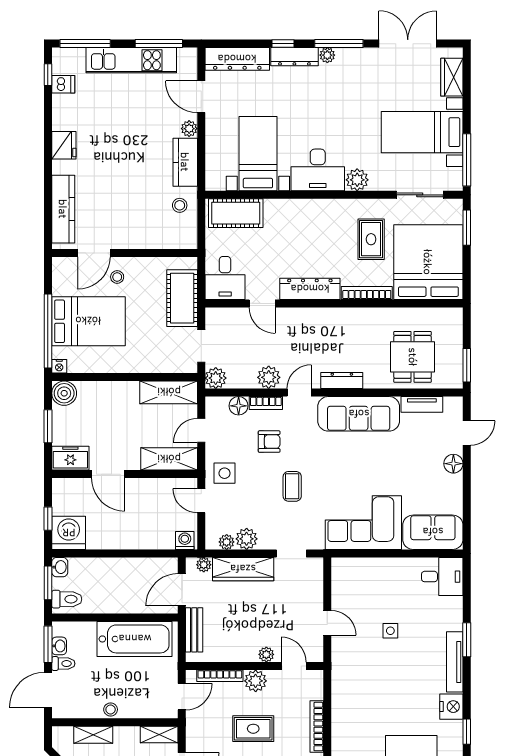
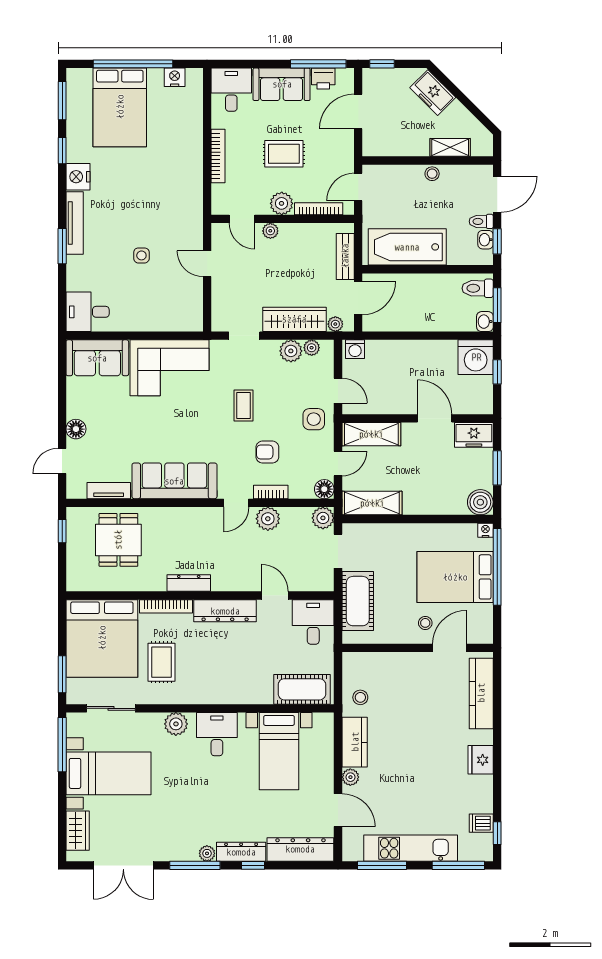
desk: (318, 170) -> (217, 734), width x0.73
window: (467, 365) -> (62, 531), width x0.67
dresser: (342, 381) -> (189, 583), moved, turned 180
floor lamp: (239, 406) -> (324, 489), moved
window: (48, 644) -> (497, 241), width x0.67
shelving: (159, 734) -> (382, 148), removed

